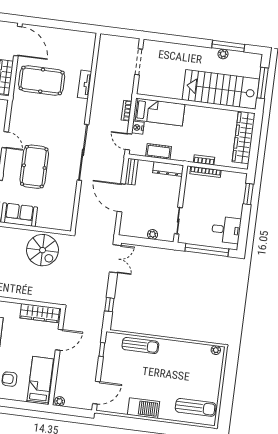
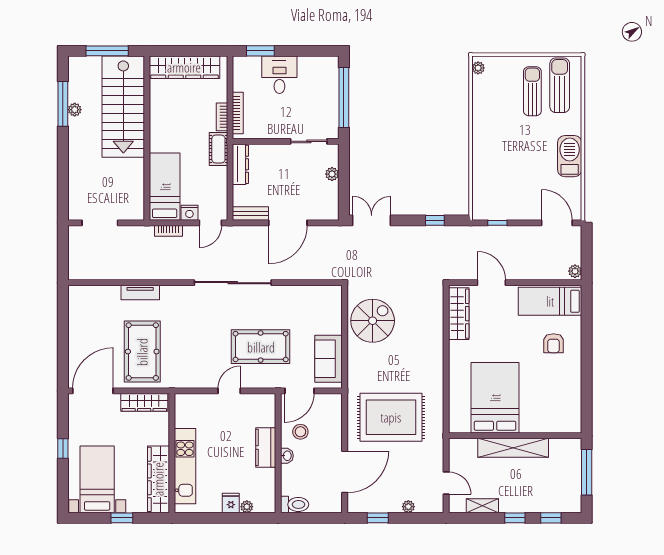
cot: (159, 152) -> (218, 149), moved
desk: (226, 230) -> (279, 75), moved
sun lounger: (140, 345) -> (532, 91), moved

